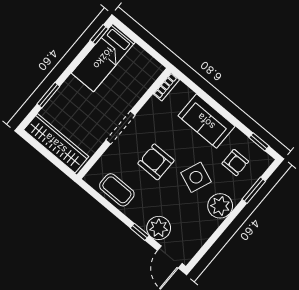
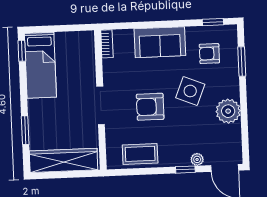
armchair: (235, 163) -> (209, 54), turned 180
plant: (220, 206) -> (228, 111), moved
plant: (159, 228) -> (197, 159), width x0.53, depth x0.53

